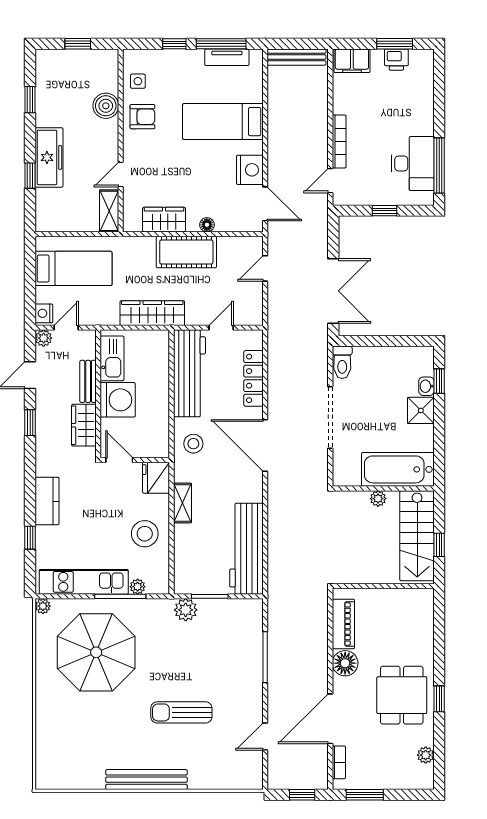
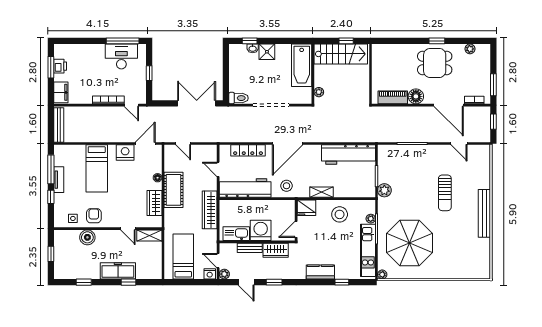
tv unit: (227, 57) -> (59, 180), moved
plant: (378, 499) -> (319, 92), moved

